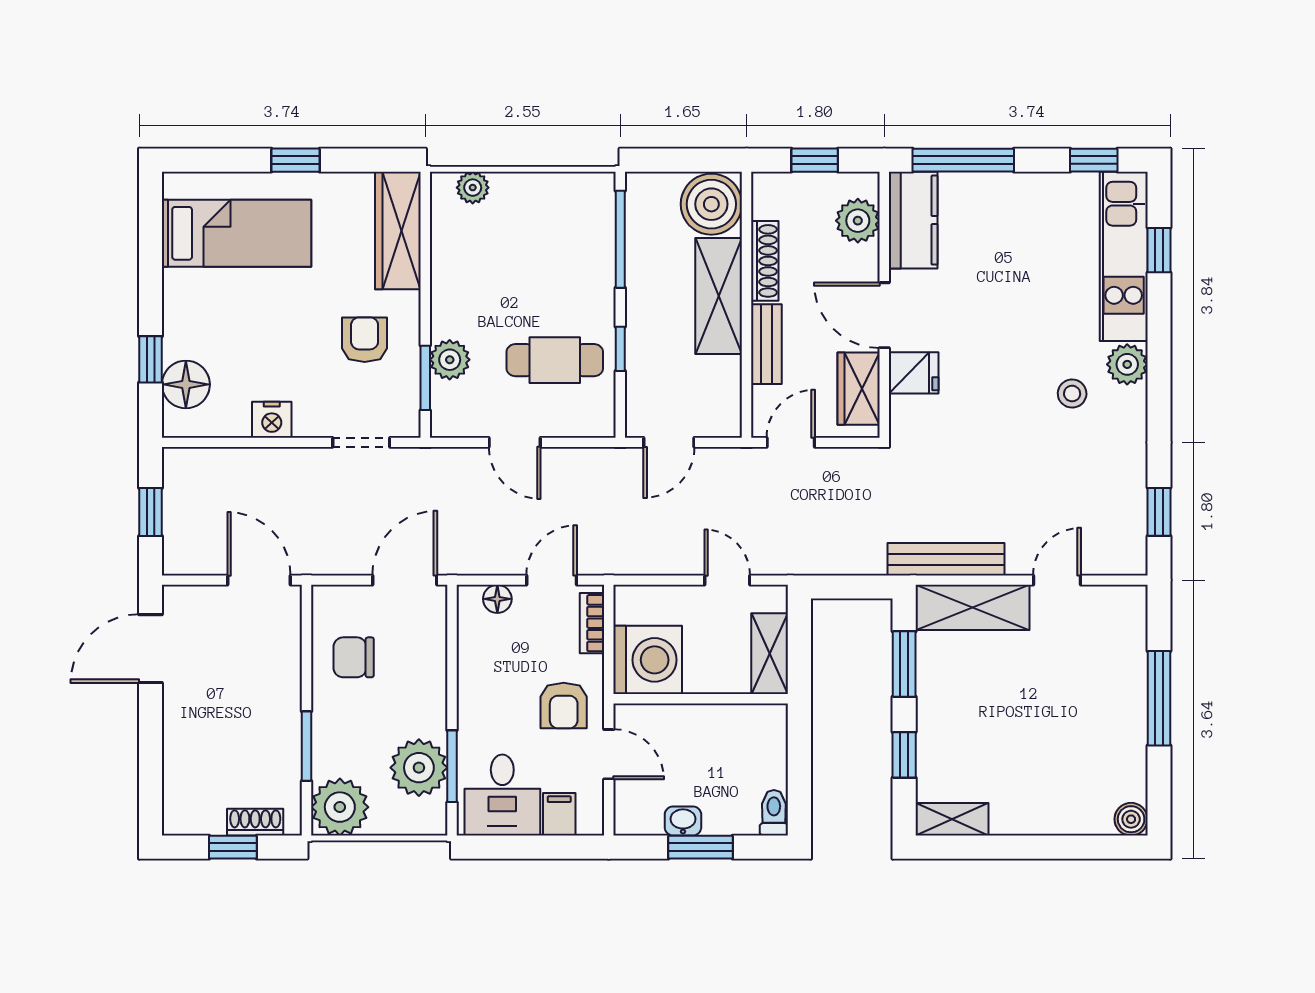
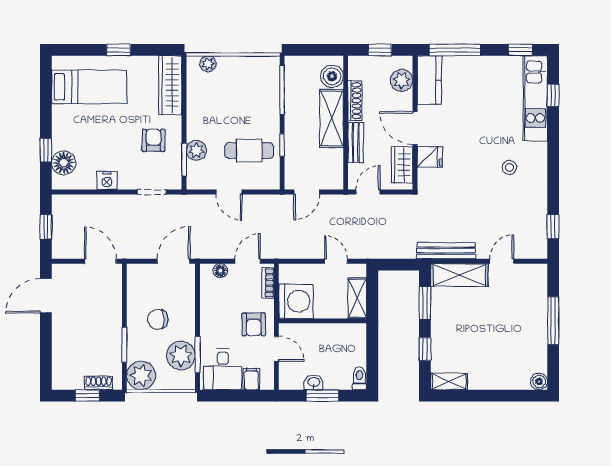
boiler: (711, 204) -> (332, 76), width x0.73, depth x0.73
plant: (1127, 364) -> (537, 153), removed
chair: (354, 657) -> (158, 319), moved

